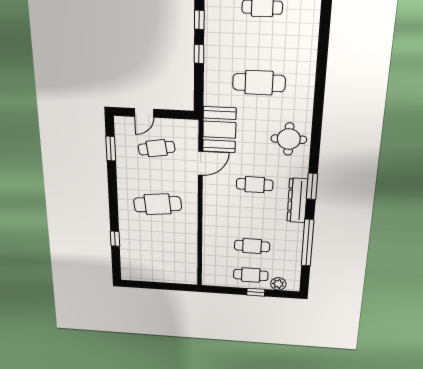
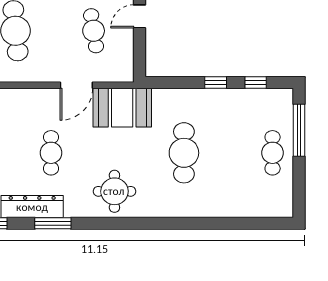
door: (144, 113) -> (139, 16), hinge flipped
door: (201, 163) -> (76, 85), hinge flipped

